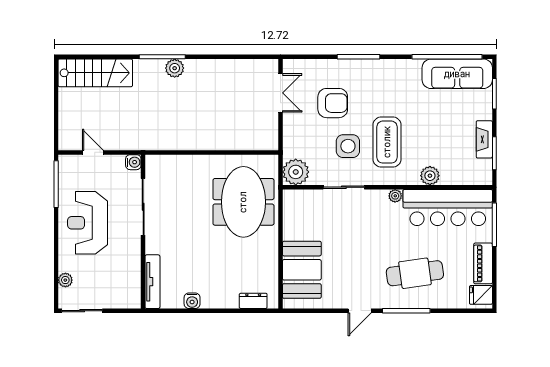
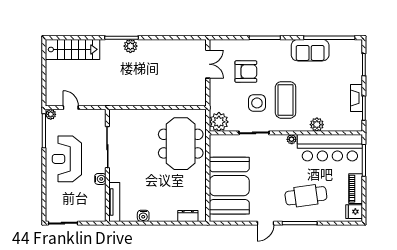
sofa: (457, 74) -> (310, 50), moved, width x0.73
water cooler: (133, 162) -> (100, 179), moved
booth: (302, 270) -> (229, 186), width x1.36, depth x1.42
plant: (65, 280) -> (51, 114), moved

